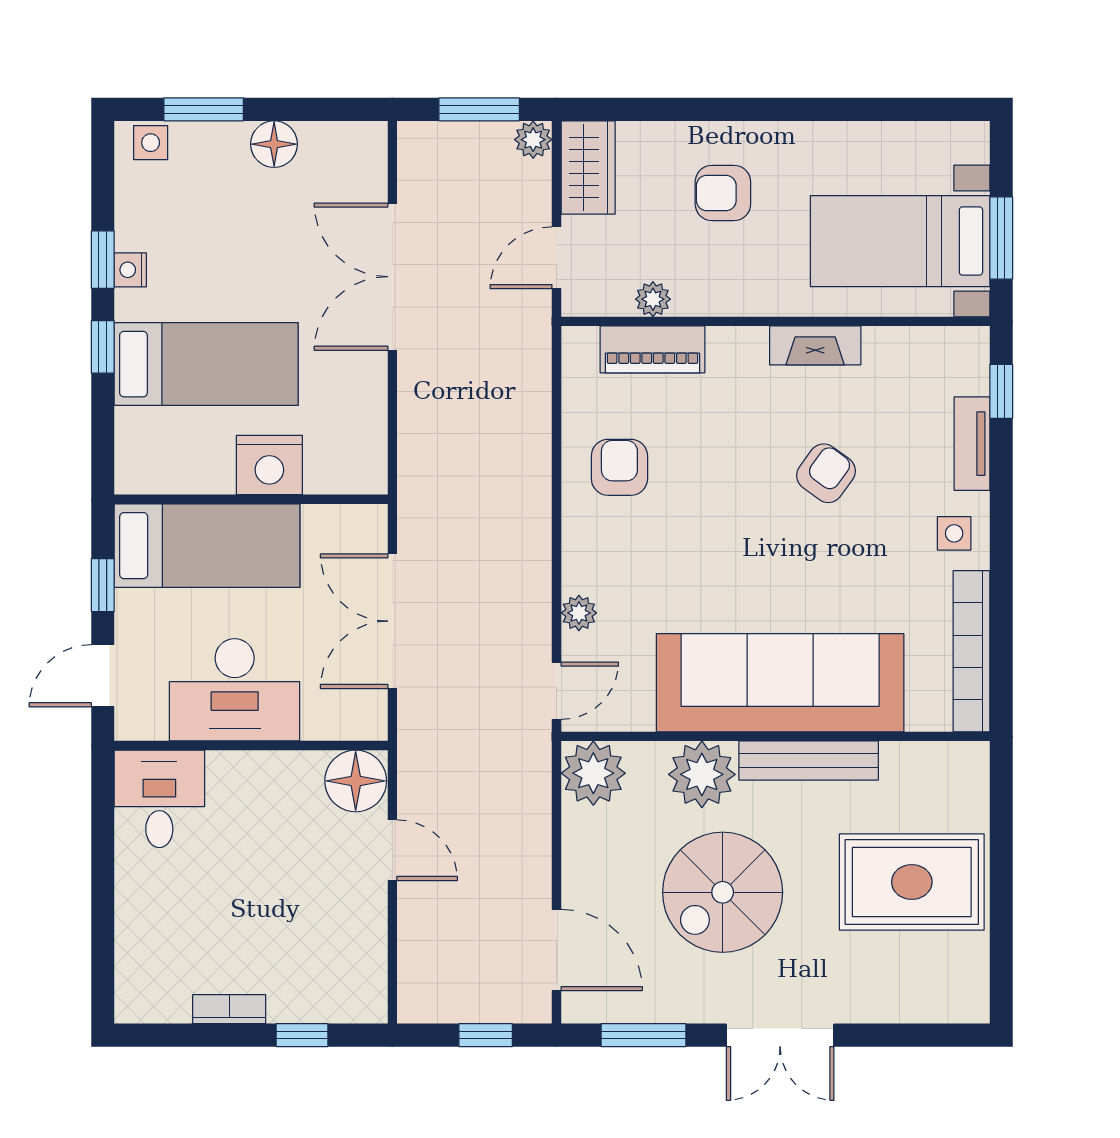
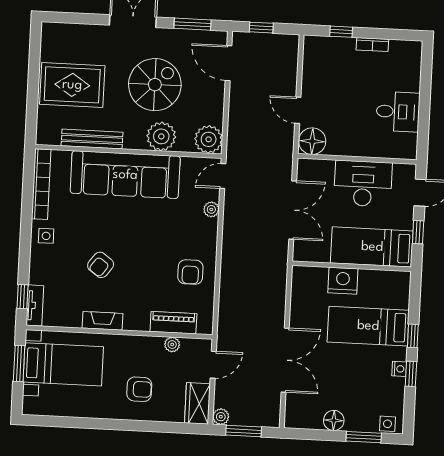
tv unit: (972, 444) -> (35, 305), moved
bench: (809, 761) -> (92, 139), moved
desk: (159, 799) -> (398, 112), moved, turned -90

